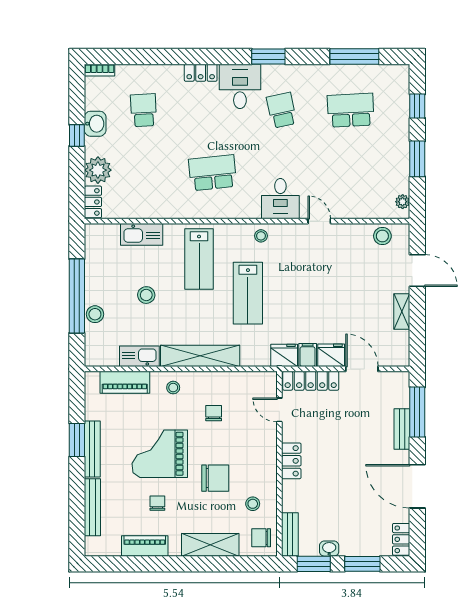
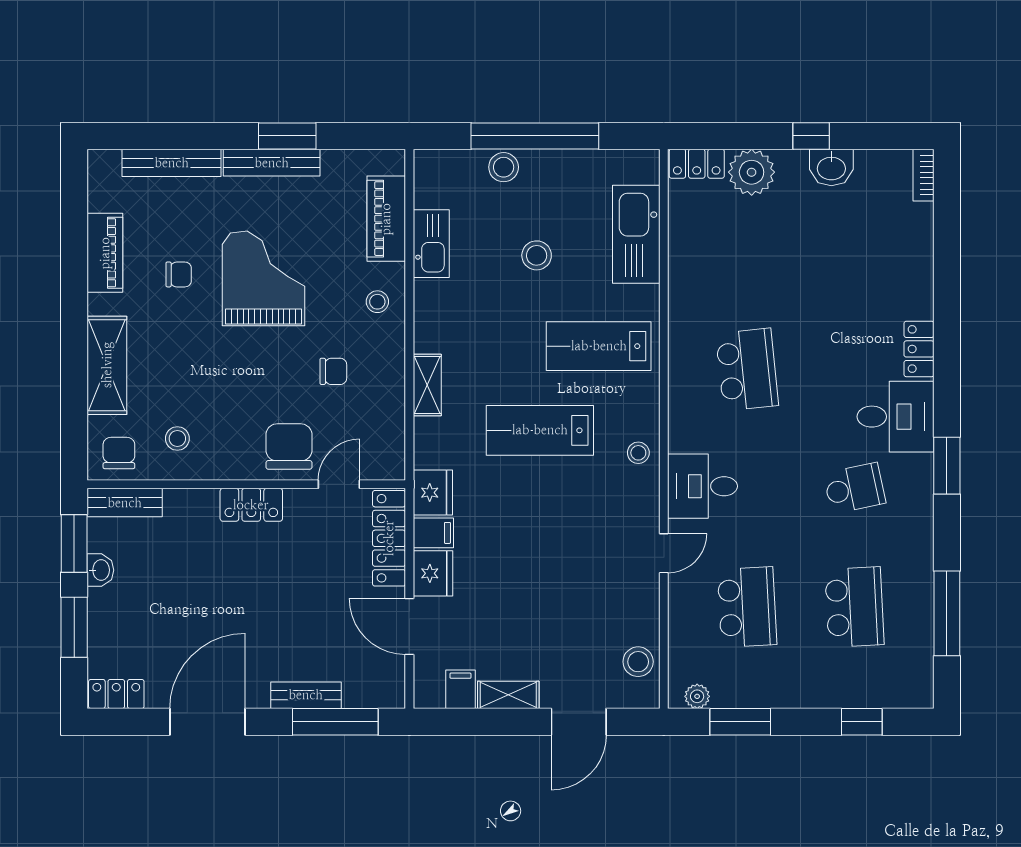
school desk: (144, 110) -> (747, 607), moved, width x1.85
window: (417, 159) -> (740, 722), moved
kitchen sink: (142, 234) -> (636, 234), width x1.36, depth x1.24
filing cabinet: (398, 339) -> (460, 689), added
shelving: (200, 356) -> (427, 385), width x0.45, depth x0.75
door: (362, 369) -> (409, 626), swing flipped
chair: (215, 478) -> (289, 447), moved, turned 180

